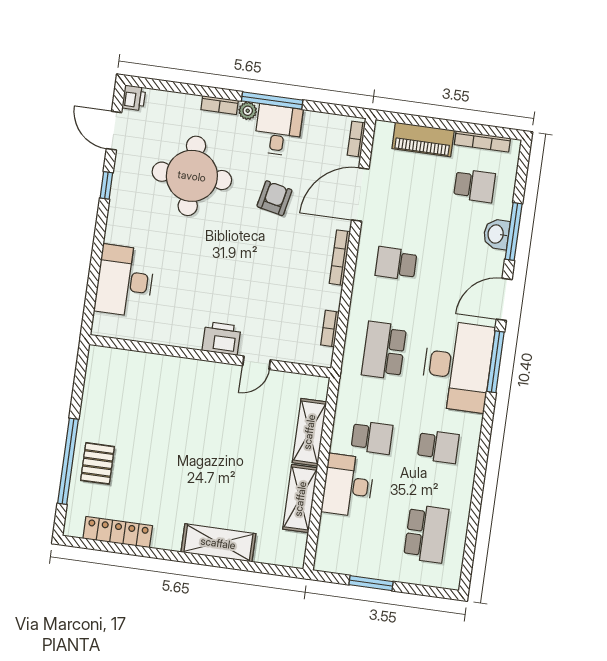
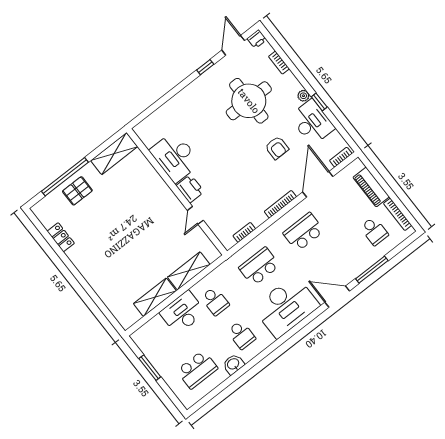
window: (272, 101) -> (319, 102), width x0.46
bookcase: (220, 105) -> (279, 63), moved
desk: (278, 130) -> (312, 122), width x1.37
door: (360, 194) -> (318, 184), hinge flipped
armchair: (274, 198) -> (277, 148), turned 78
washbasin: (496, 234) -> (233, 364), moved
school desk: (396, 263) -> (304, 232), width x1.85
desk: (125, 281) -> (175, 157), moved, turned -90
window: (496, 362) -> (306, 321), removed
door: (256, 363) -> (195, 215), hinge flipped
locker: (118, 532) -> (61, 237), width x0.66
shelving: (218, 543) -> (114, 154), moved, turned 90

